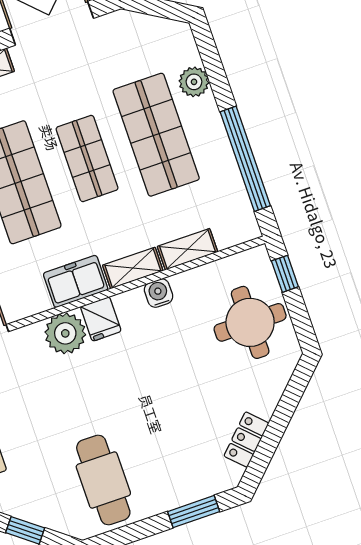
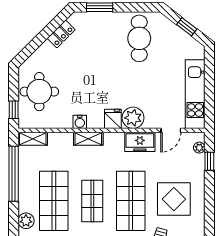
shelving: (188, 249) -> (33, 139), moved
freezer: (76, 281) -> (140, 142), moved

